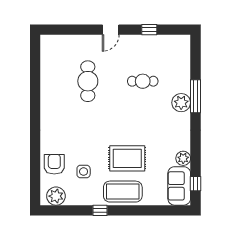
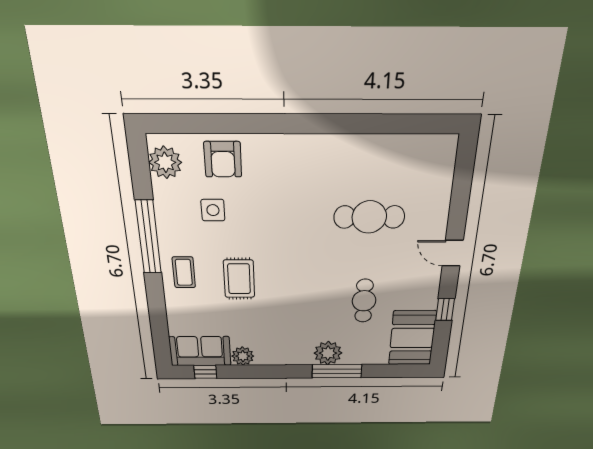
booth: (170, 48) -> (412, 338), added
rug: (127, 158) -> (239, 279), width x0.73, depth x0.70
armchair: (54, 164) -> (223, 159), turned 90
coffee table: (123, 192) -> (184, 272), width x0.54, depth x0.58
window: (100, 210) -> (148, 237), width x3.17

